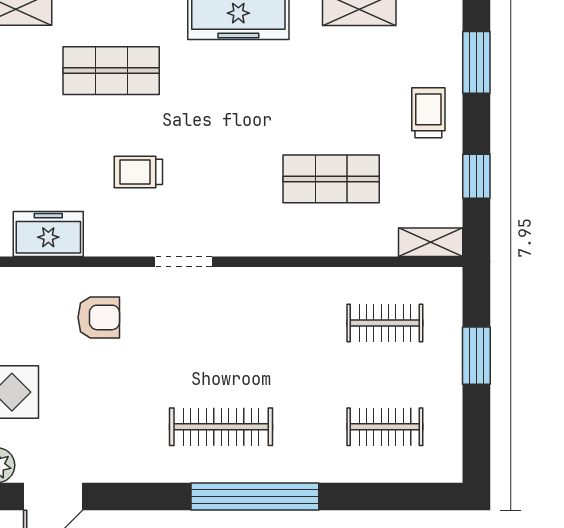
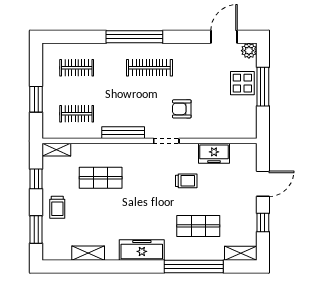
freezer: (48, 234) -> (214, 153), moved
bench: (280, 280) -> (123, 133), added
armchair: (99, 317) -> (182, 109), moved

